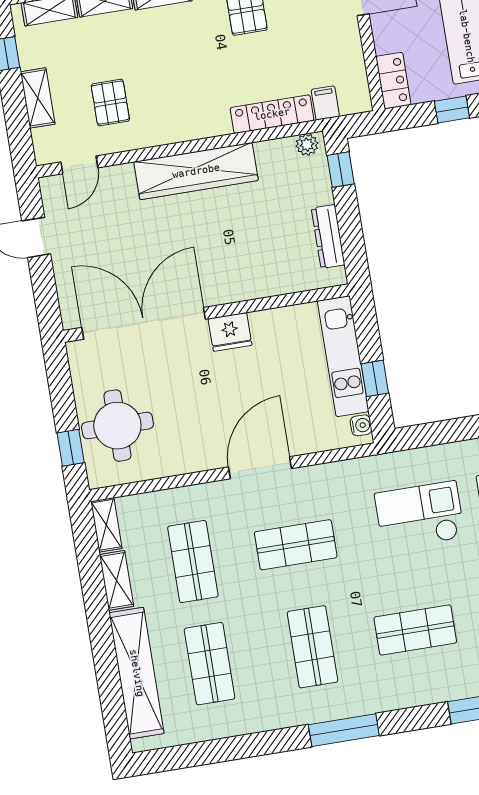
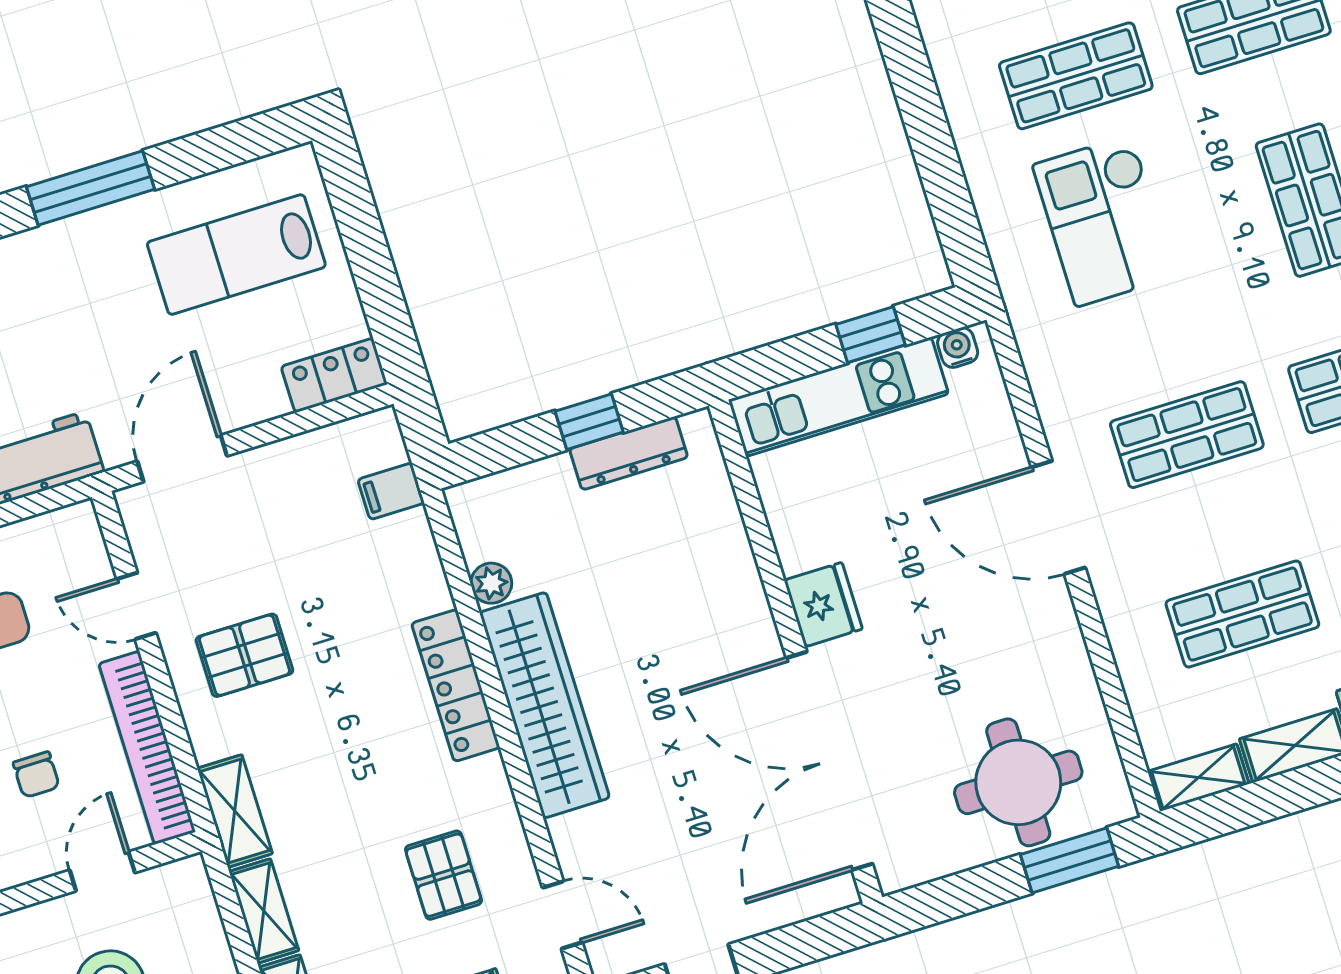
pallet: (110, 103) -> (443, 875), turned 90
window: (452, 109) -> (371, 264), removed
locker: (272, 114) -> (456, 685), moved
plant: (307, 145) -> (491, 583), moved
window: (341, 170) -> (589, 422), moved
window: (71, 448) -> (1070, 860), width x1.50
shop shelf: (296, 545) -> (1187, 435), turned 90

